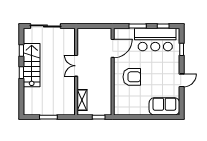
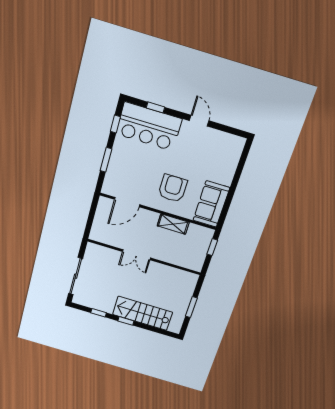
bar counter: (155, 39) -> (149, 127), moved, turned 90
door: (113, 48) -> (127, 202), swing flipped
stairs: (32, 65) -> (142, 313), moved
shelving: (82, 100) -> (173, 224), moved
sofa: (164, 106) -> (211, 204), moved

